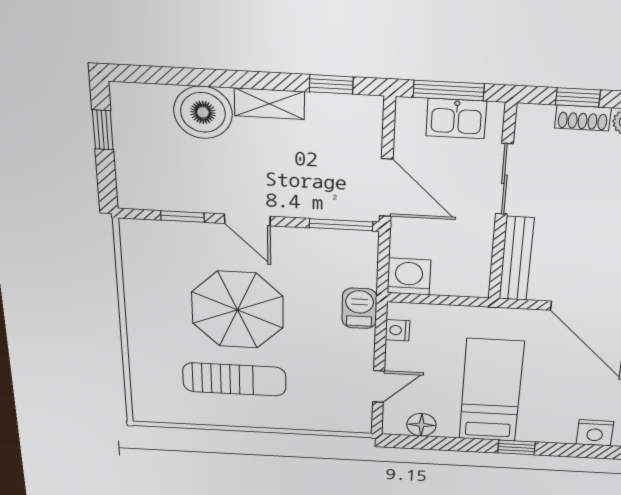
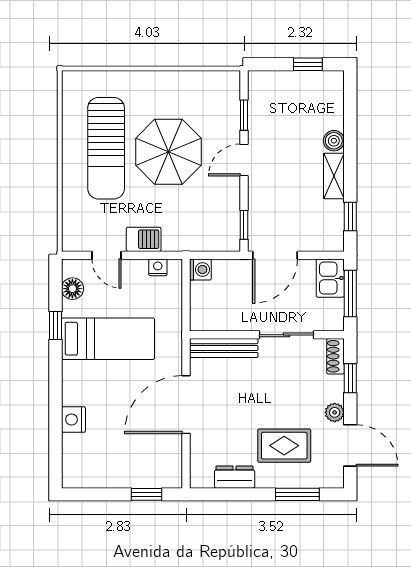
boiler: (203, 112) -> (334, 141), width x0.54, depth x0.54
kitchen sink: (456, 118) -> (330, 278), moved
shoe rack: (583, 118) -> (336, 356), moved
window: (341, 225) -> (244, 225), width x0.67
washing machine: (409, 277) -> (200, 269), width x0.73, depth x0.73
barbecue: (359, 308) -> (144, 239), moved
sun lounger: (234, 379) -> (106, 148), width x1.36, depth x1.34
window: (517, 447) -> (56, 325), moved

